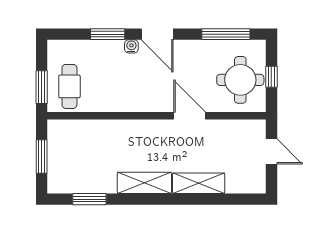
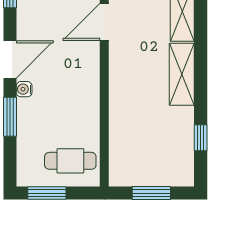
window: (42, 87) -> (47, 193), moved
window: (89, 199) -> (201, 138), width x0.67

